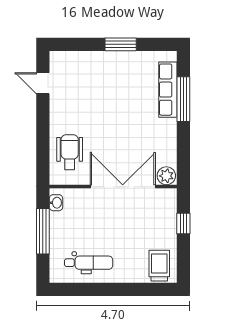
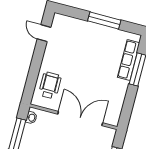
window: (121, 44) -> (104, 21), width x1.44
plant: (166, 176) -> (112, 119), removed

